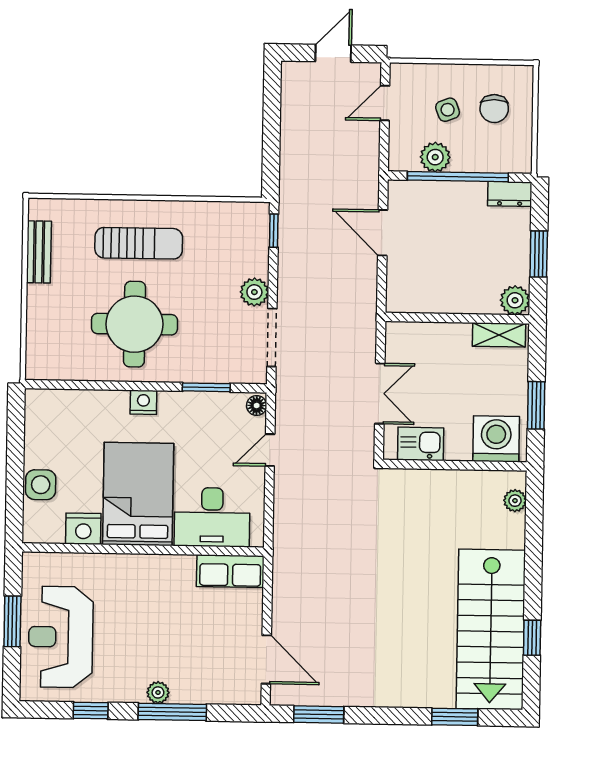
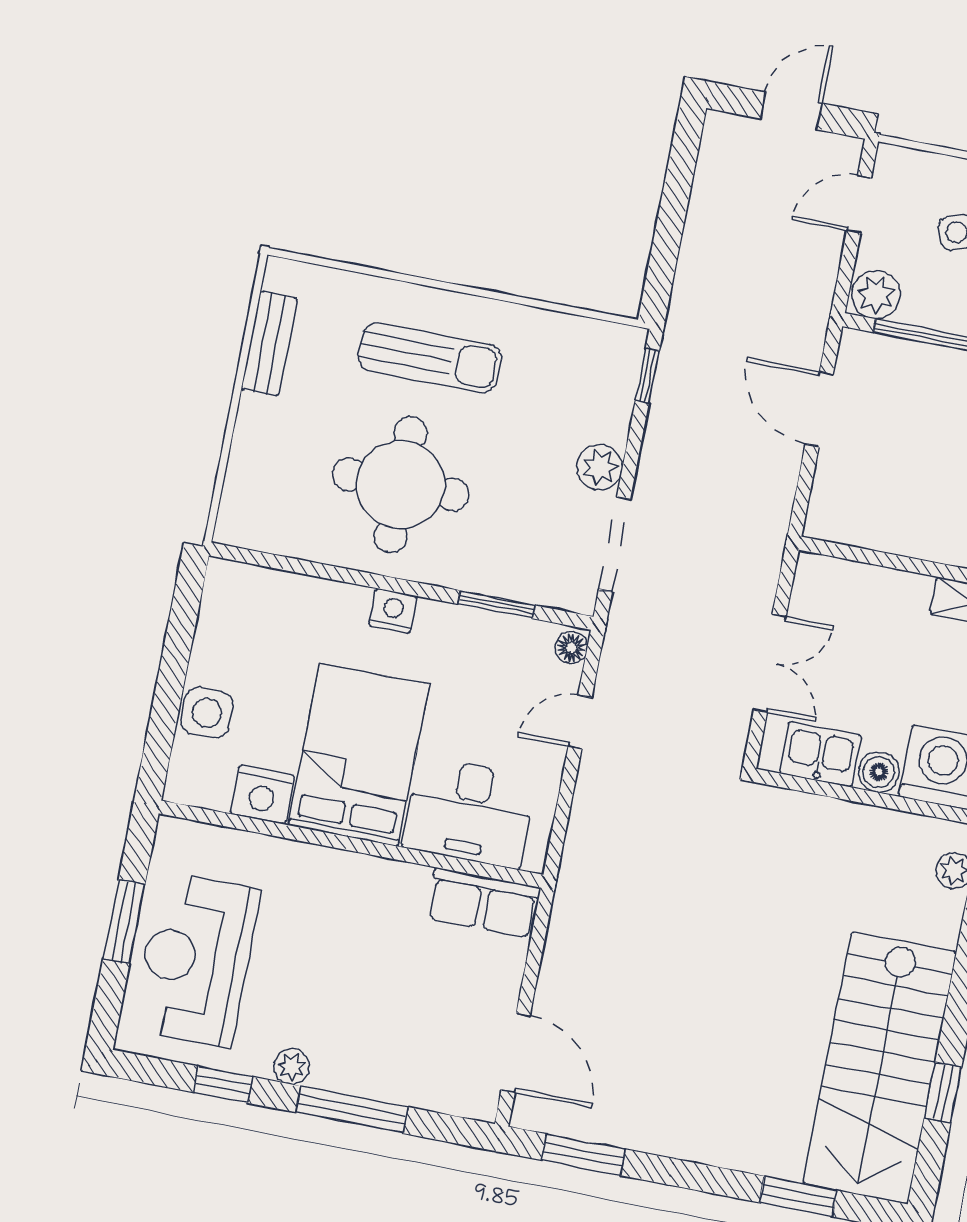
plant: (435, 157) -> (876, 295), moved
boiler: (458, 448) -> (879, 772), added
plant: (158, 692) -> (292, 1066), moved

